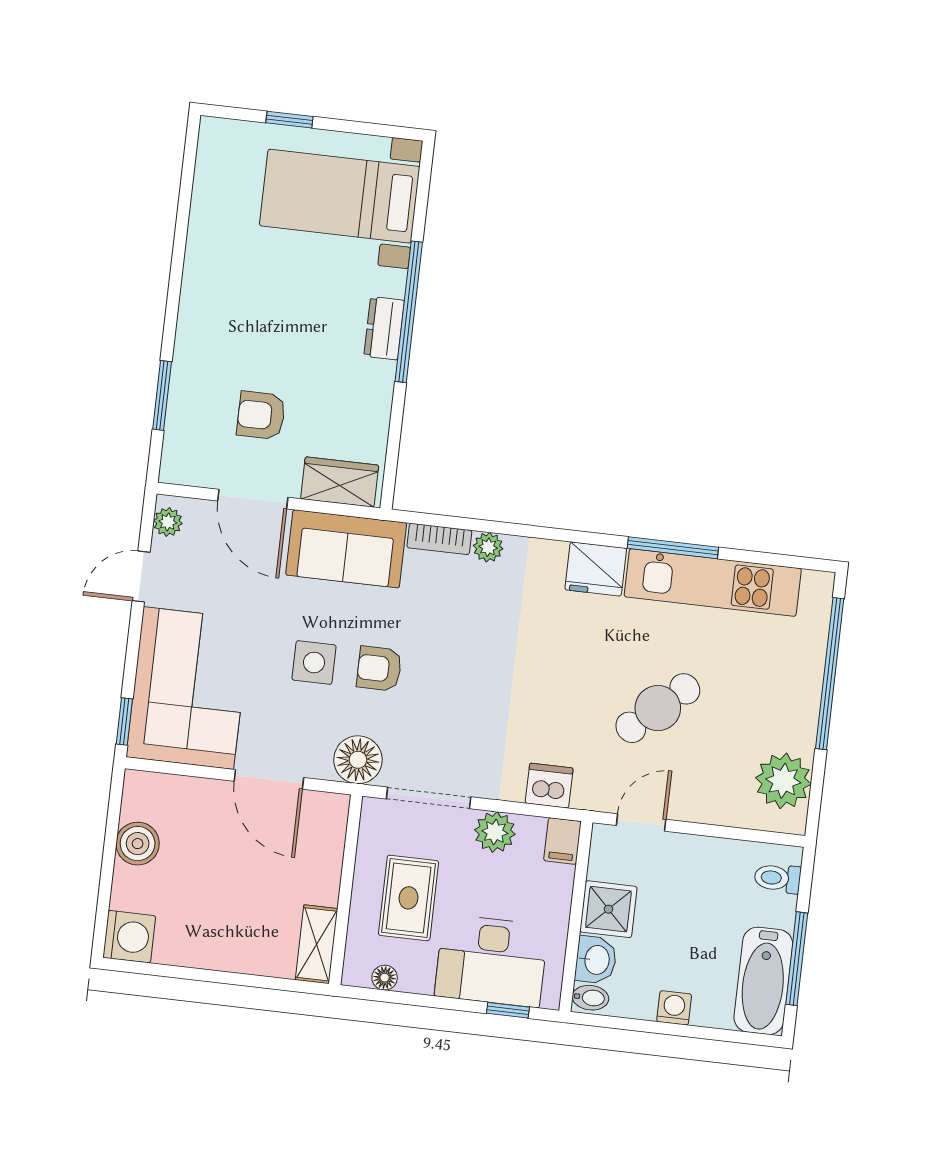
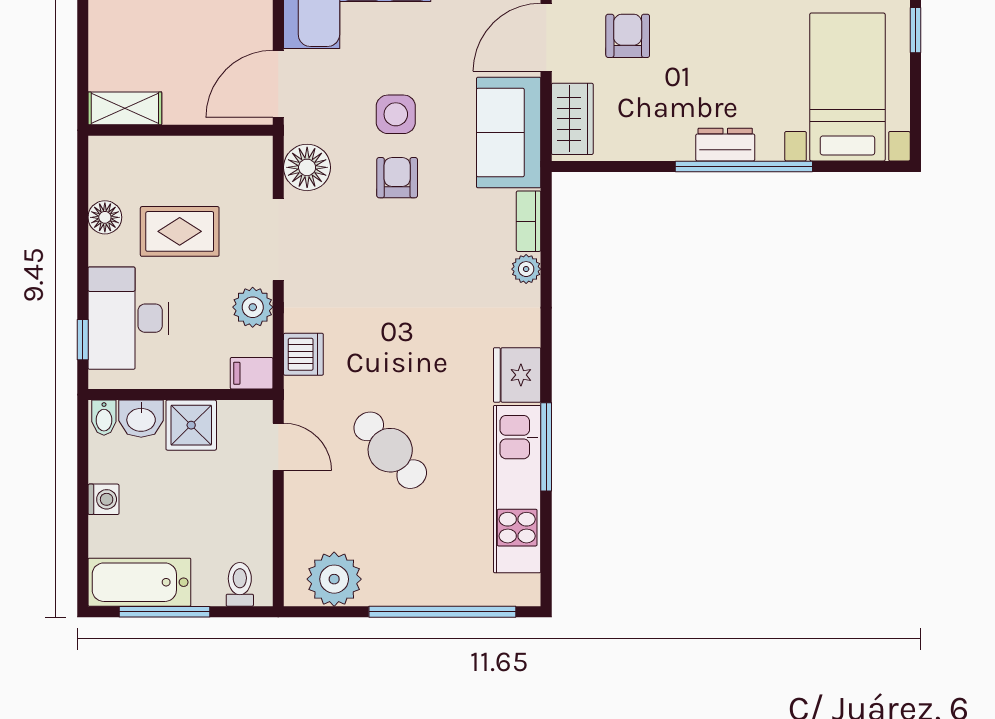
wall: (346, 890) -> (180, 130), moved
shelving: (317, 944) -> (125, 108), moved
floor lamp: (385, 978) -> (105, 217), width x1.37, depth x1.37

